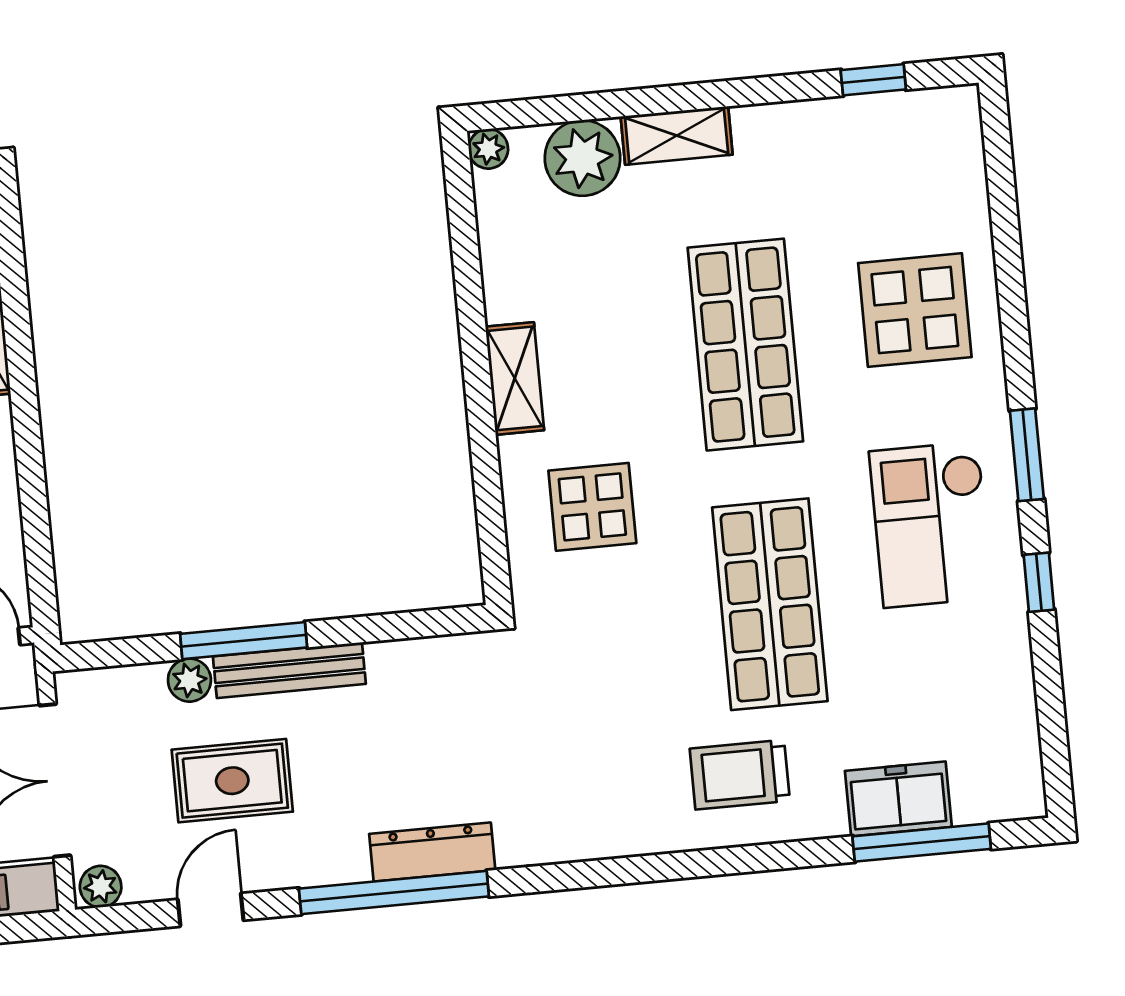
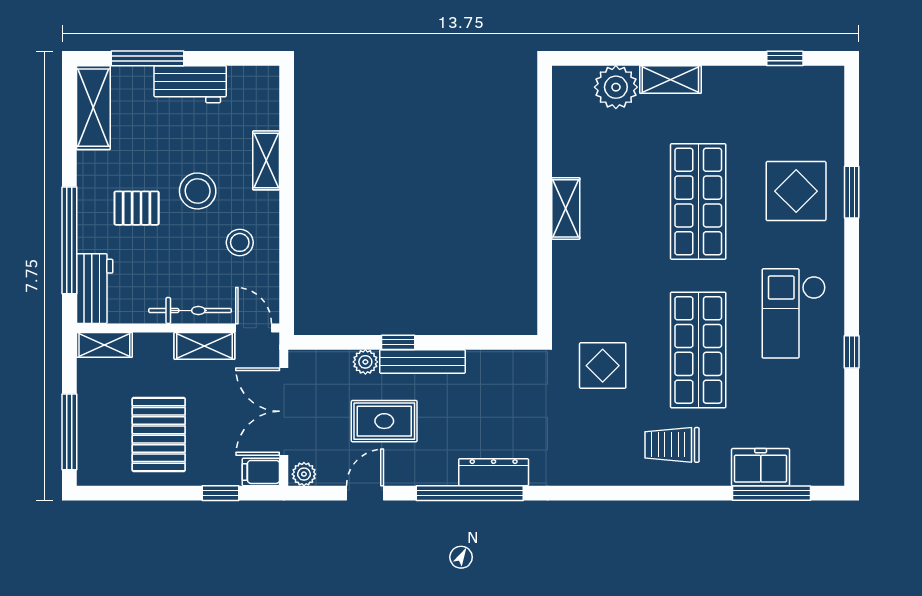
plant: (488, 149) -> (563, 77), removed
window: (1027, 455) -> (852, 192), moved
display table: (592, 507) -> (603, 366), moved
window: (244, 641) -> (398, 342), width x0.46

